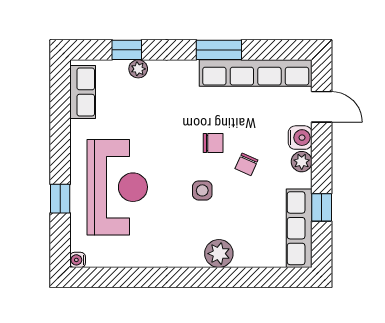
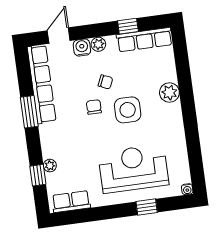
side table: (202, 190) -> (128, 110), width x1.87, depth x1.87

